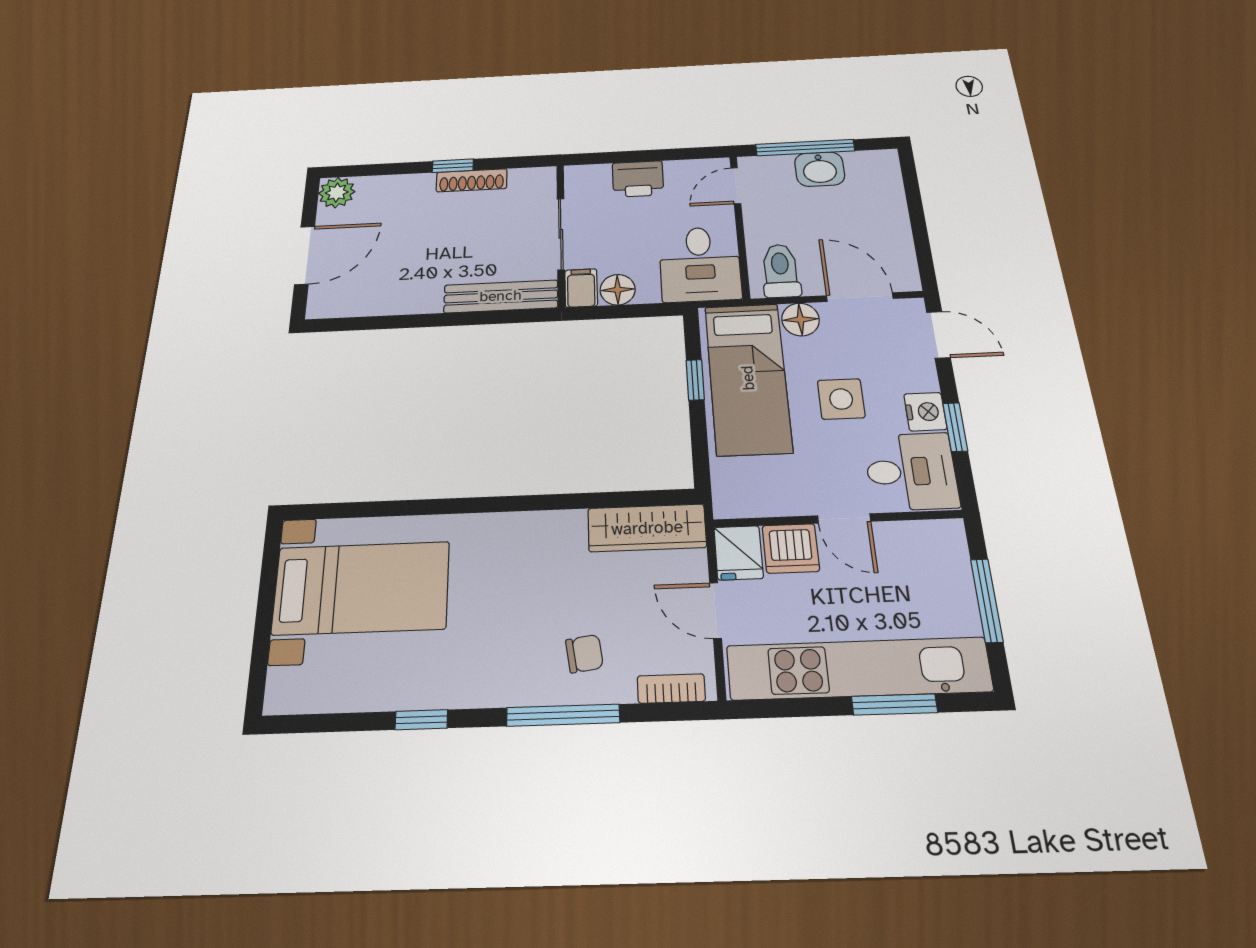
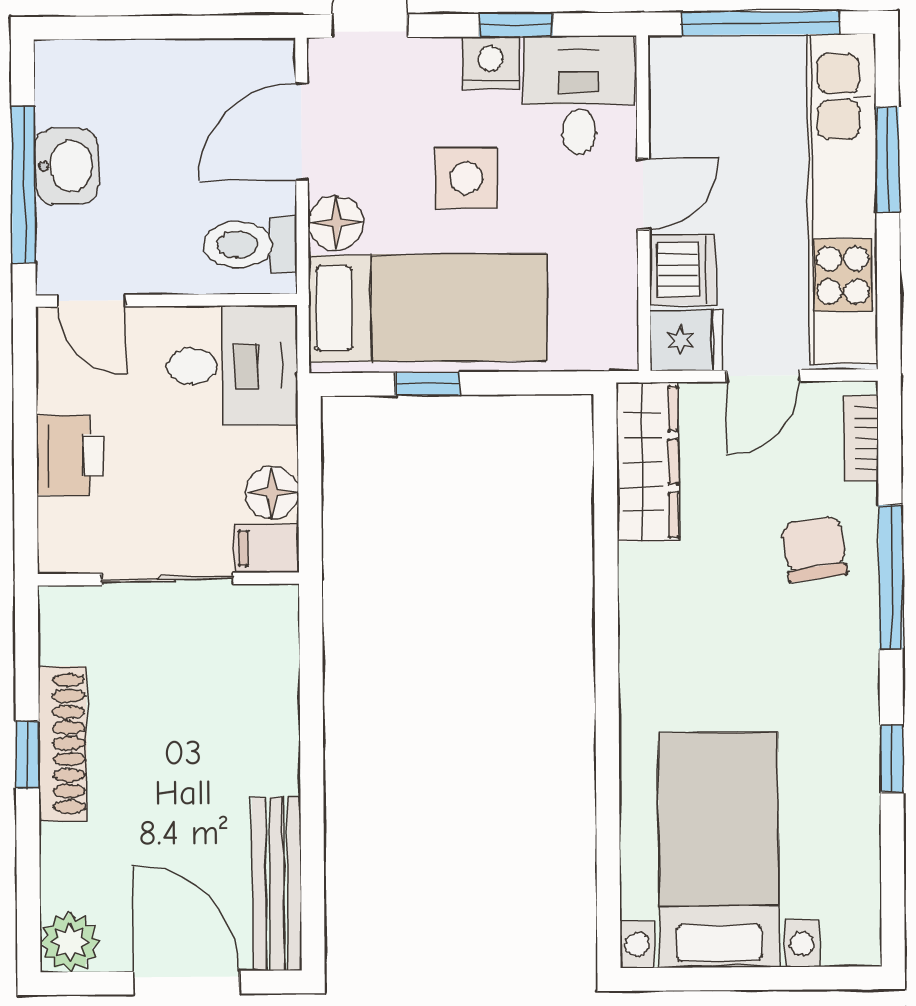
shoe rack: (472, 180) -> (63, 744), width x1.36, depth x1.24
bench: (501, 296) -> (277, 884), moved
window: (987, 600) -> (760, 23), width x1.44
chair: (584, 654) -> (814, 549), width x1.37, depth x1.37

